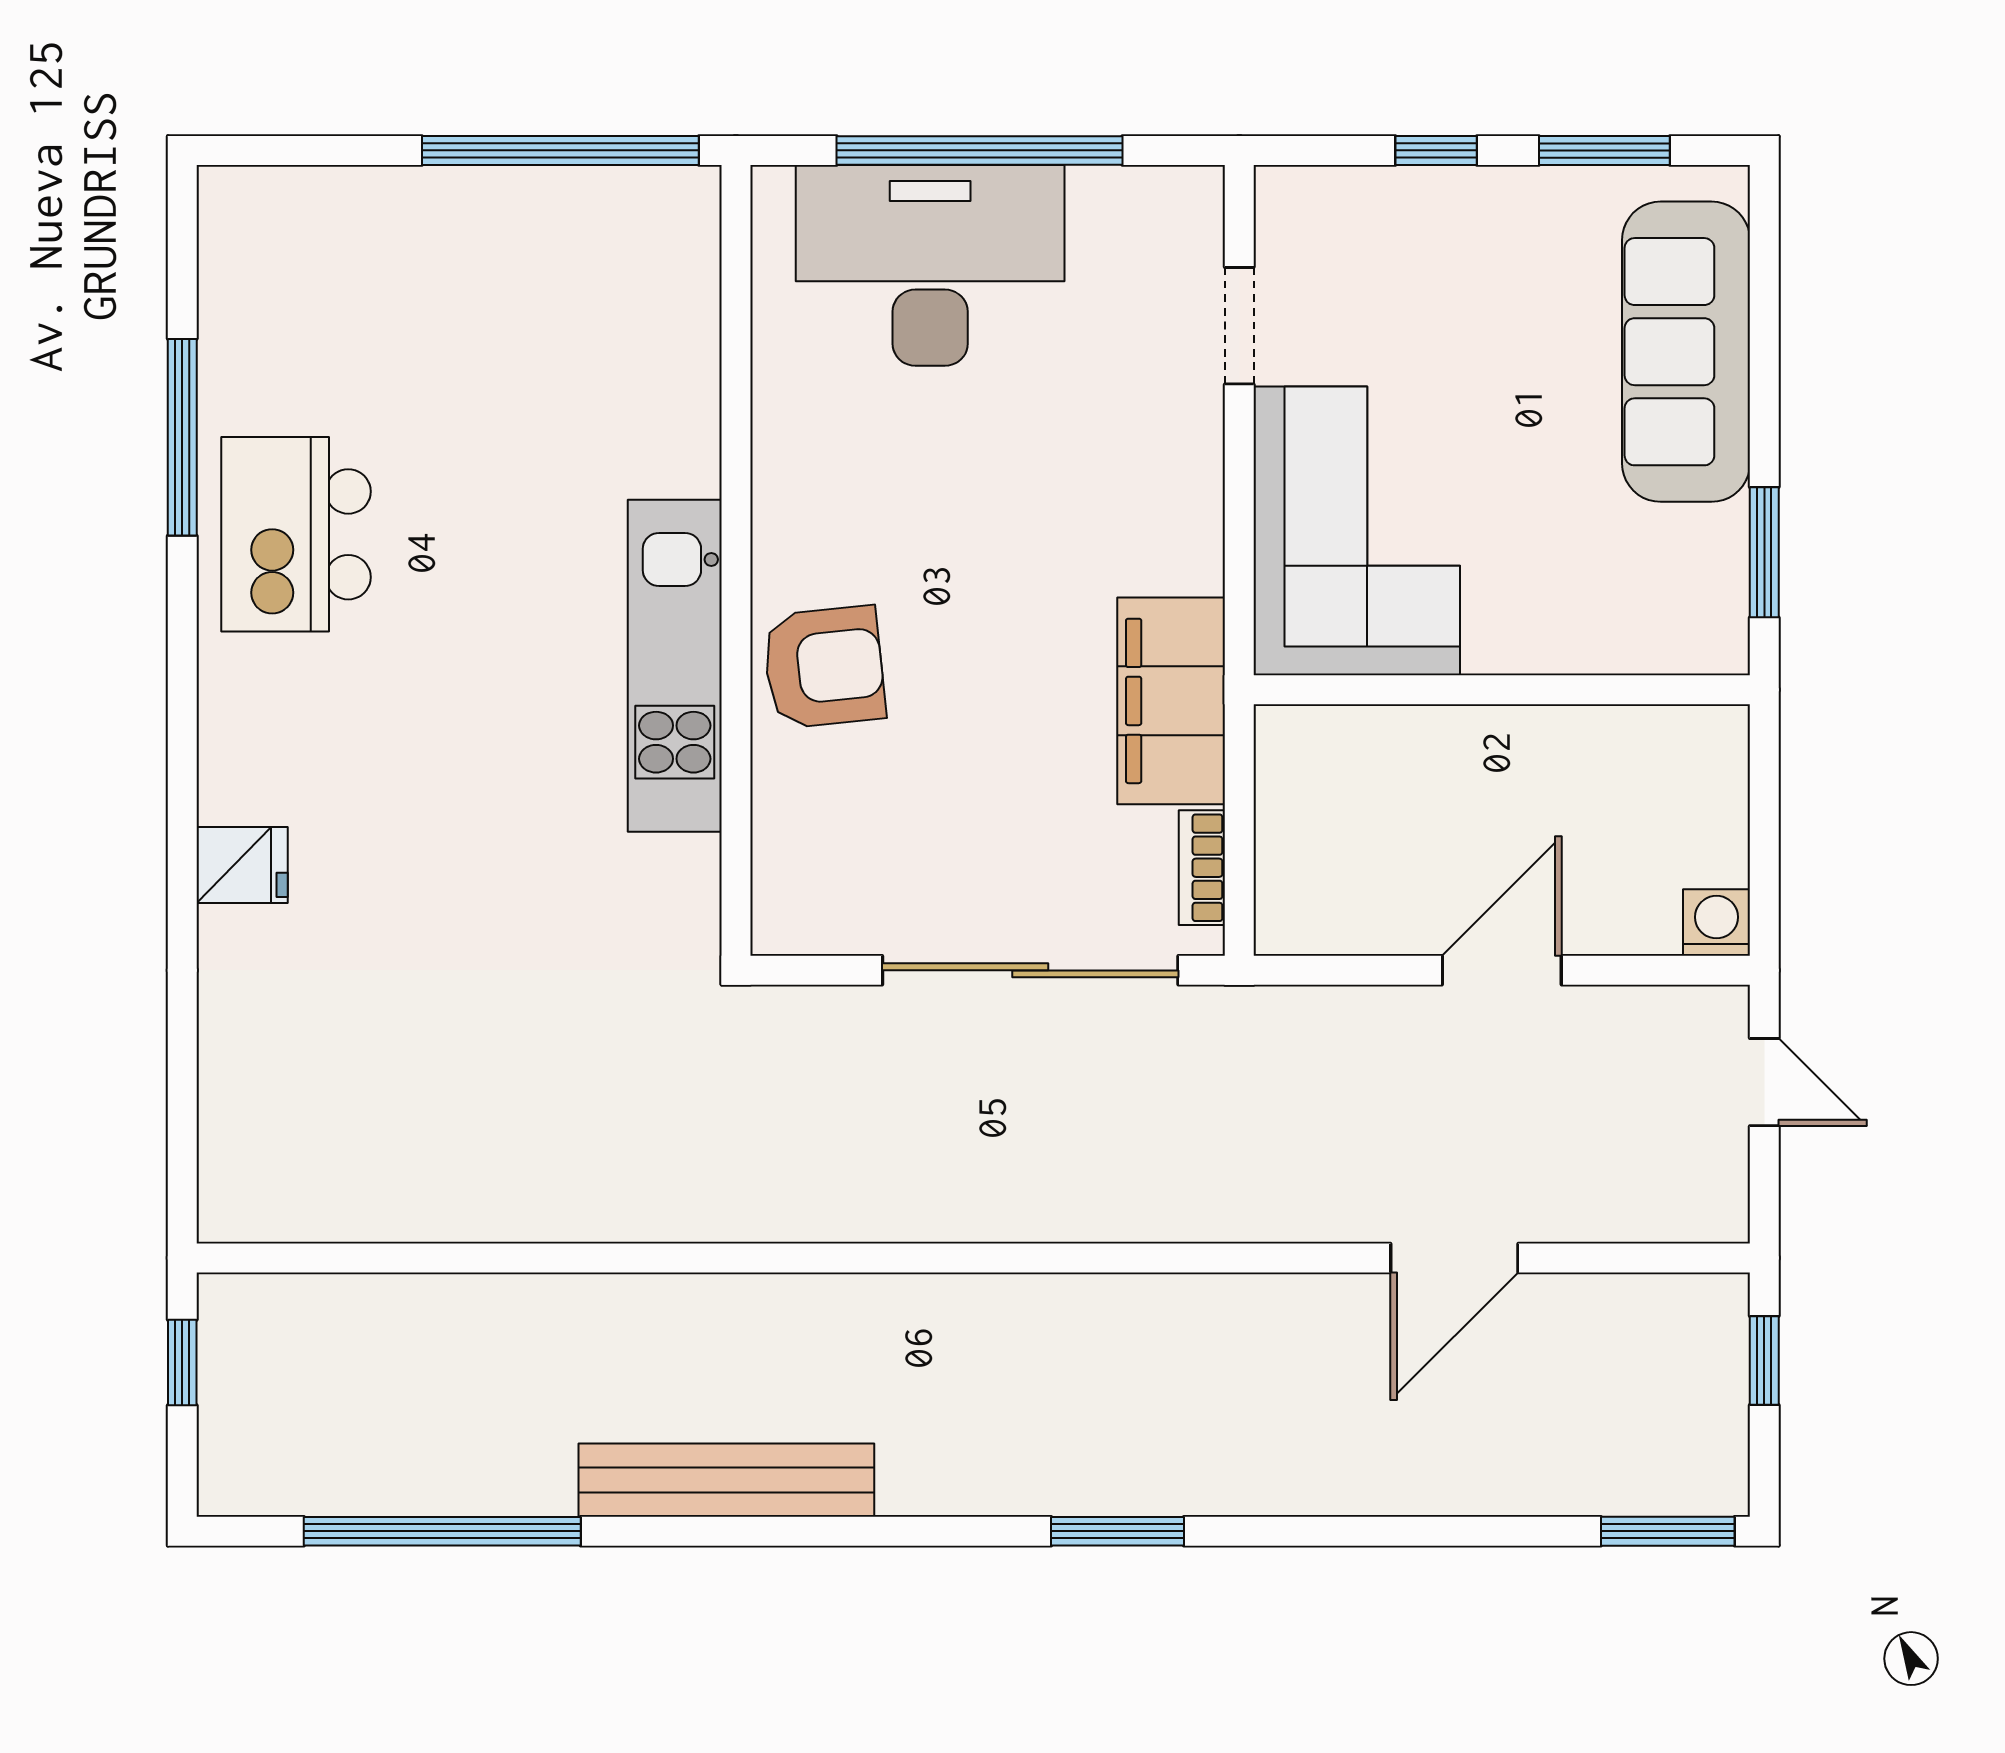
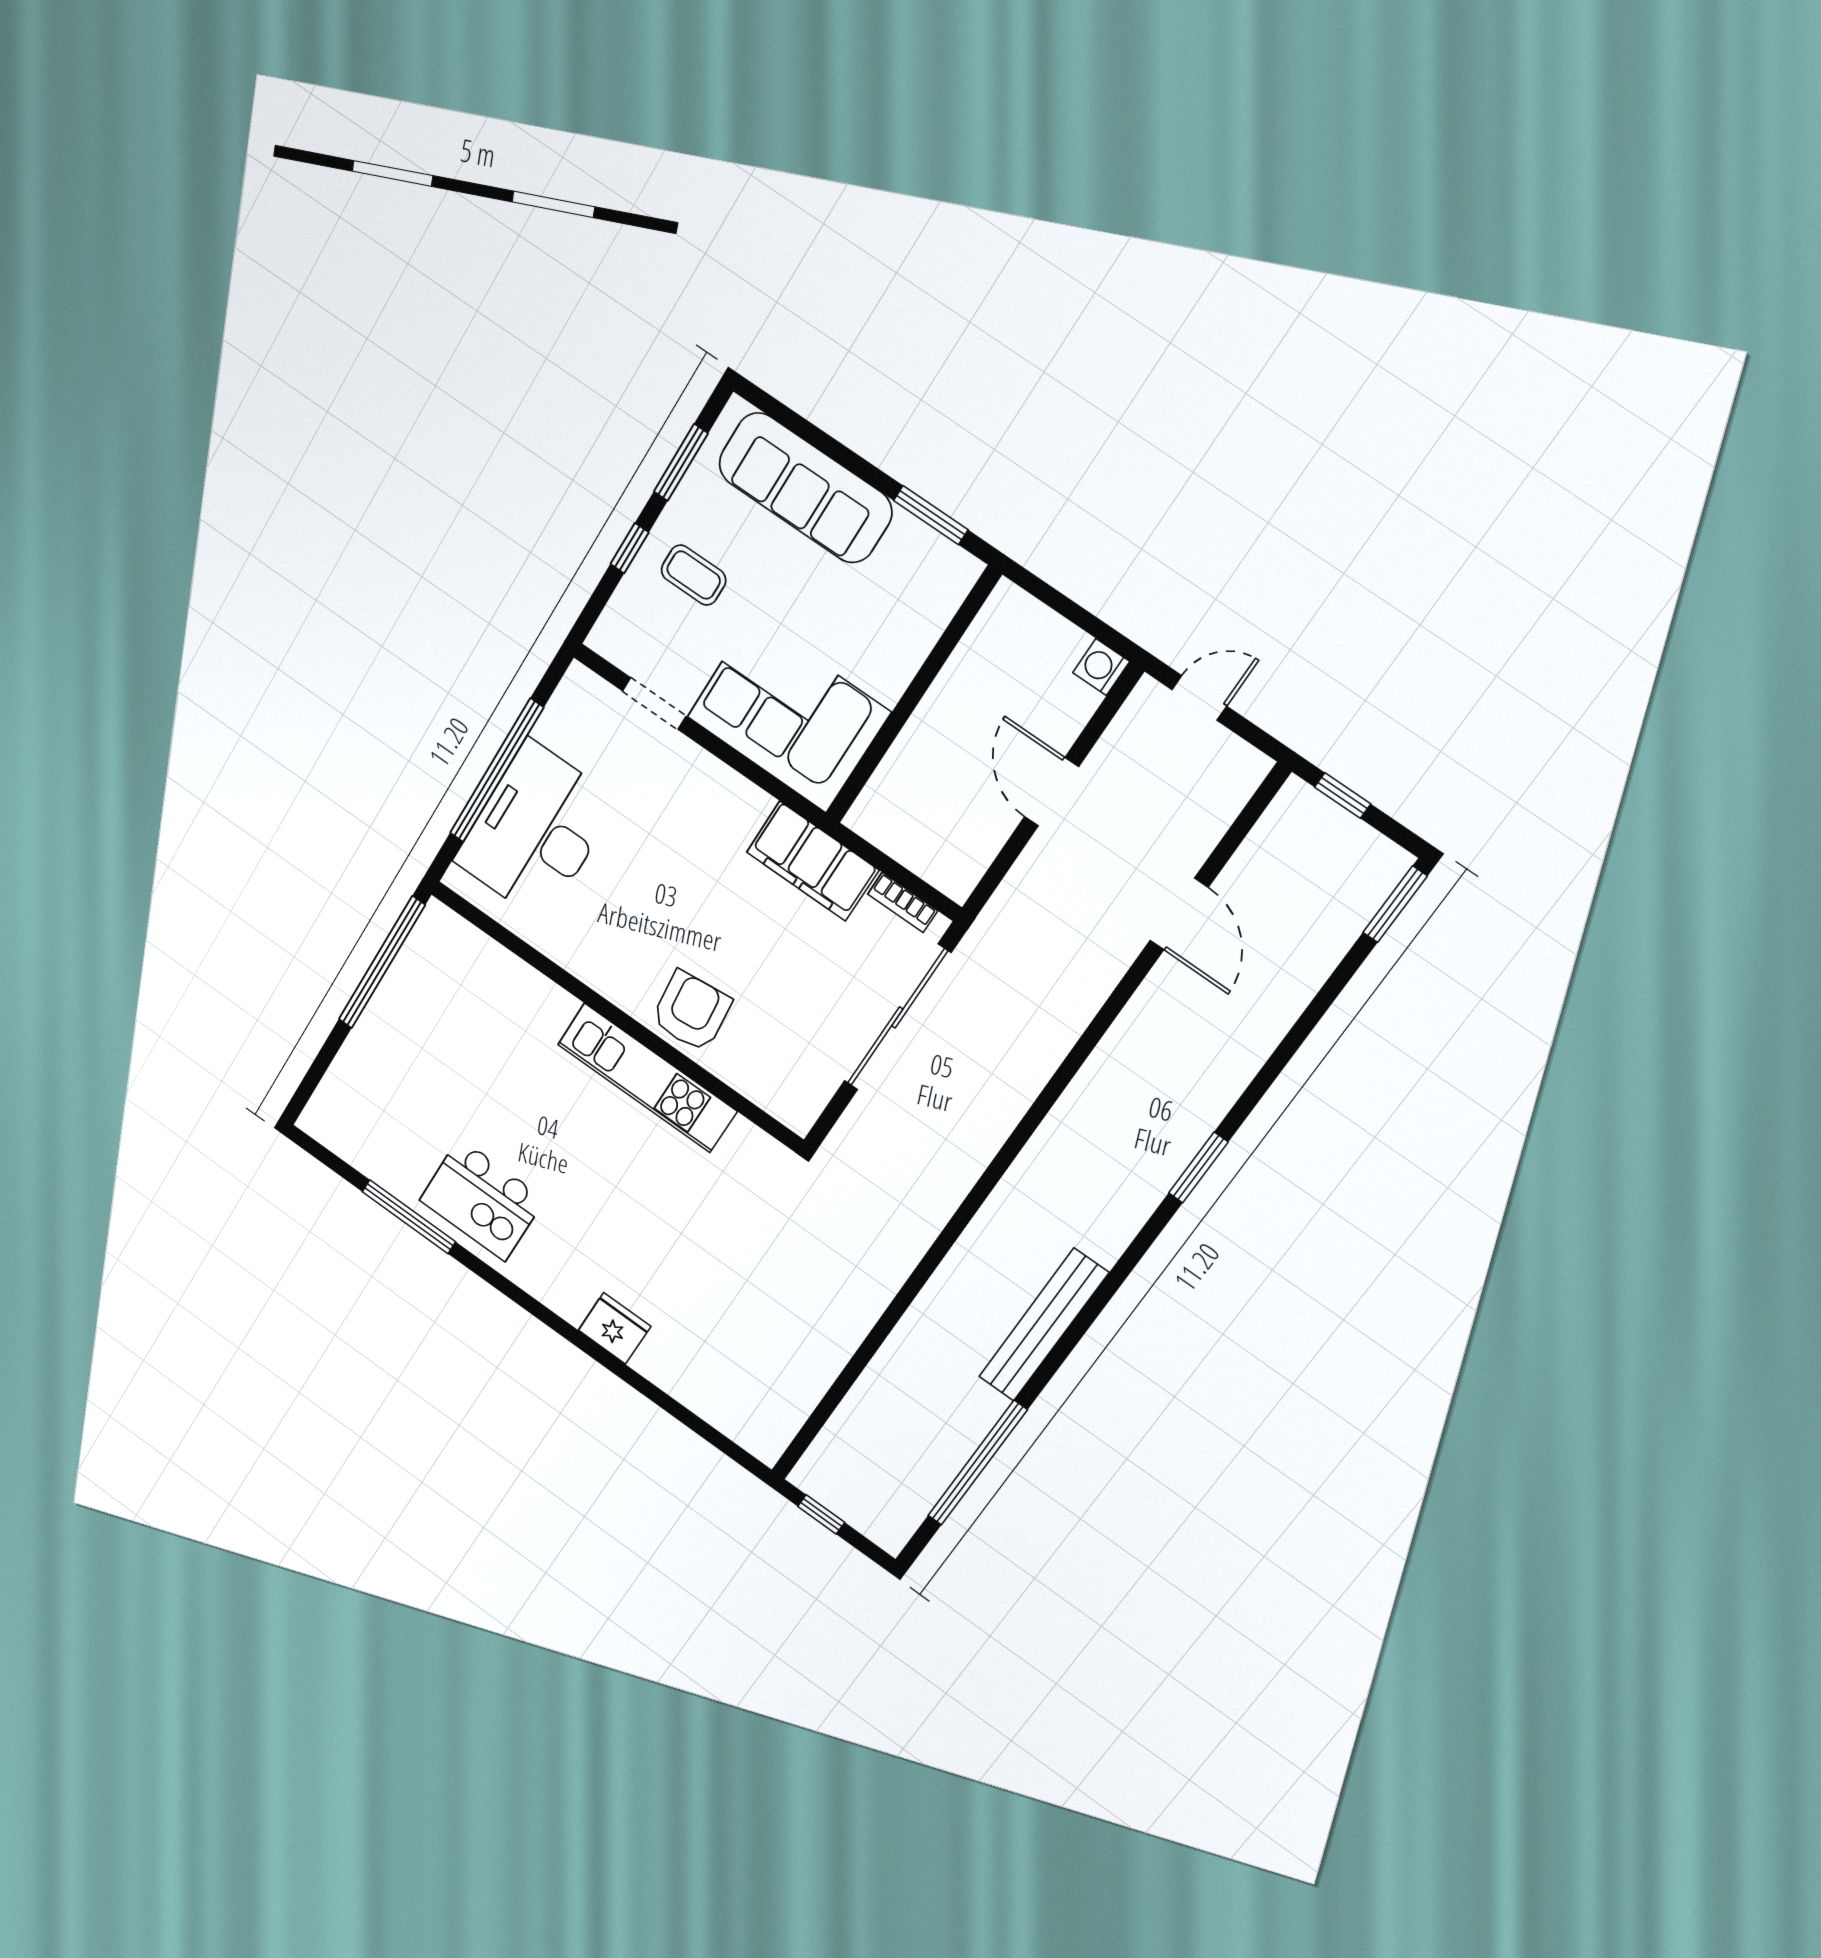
coffee table: (1460, 268) -> (694, 575), added
fridge: (242, 865) -> (615, 1328), width x1.38

